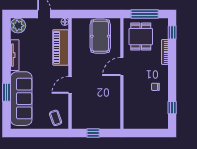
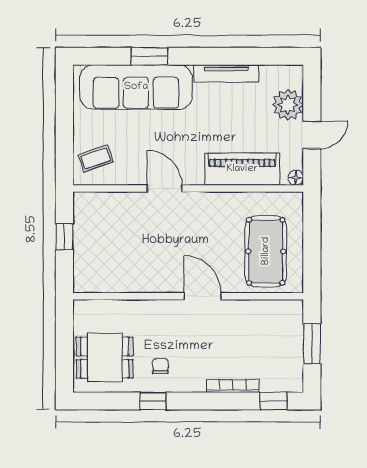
window: (145, 14) -> (312, 344), width x0.69
plant: (18, 26) -> (288, 105), moved
pool table: (100, 36) -> (266, 251), turned 90
dining table: (141, 37) -> (105, 358), moved
window: (172, 108) -> (153, 401), moved

